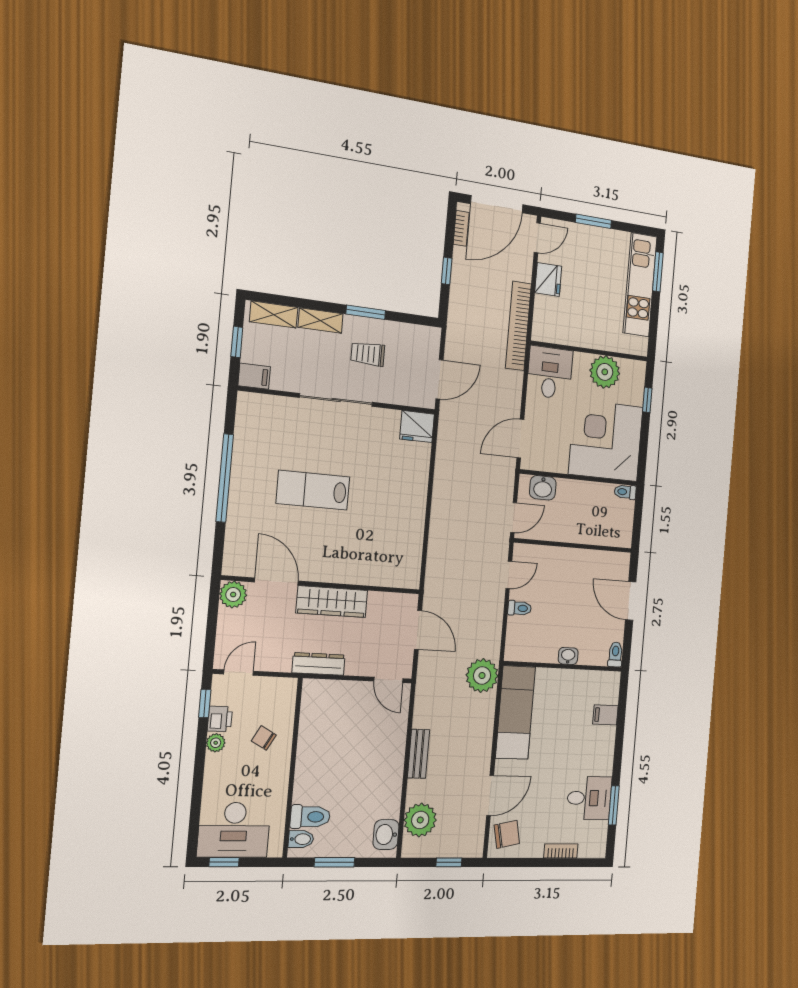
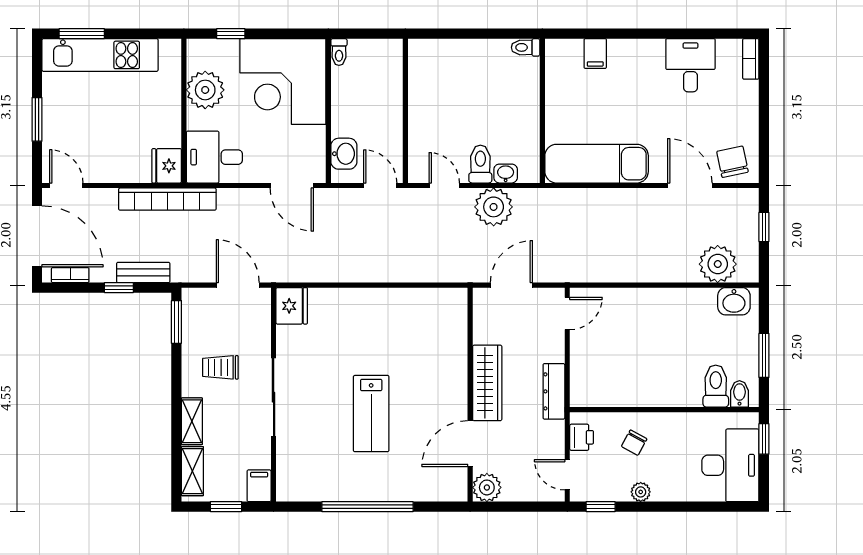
fridge: (548, 279) -> (167, 166), moved, turned -90
window: (366, 312) -> (176, 322), moved
trolley: (368, 354) -> (220, 367), turned 90
door: (631, 601) -> (463, 34), removed
toilet: (520, 608) -> (480, 164), width x1.37, depth x1.39
washbasin: (568, 656) -> (506, 174), moved, turned 90
plant: (482, 675) -> (494, 207), moved
printer: (220, 719) -> (582, 437), moved, turned 90
bench: (419, 754) -> (143, 272), moved
window: (614, 805) -> (698, 34), removed
bookcase: (561, 851) -> (751, 59), moved
window: (224, 862) -> (764, 439), moved

